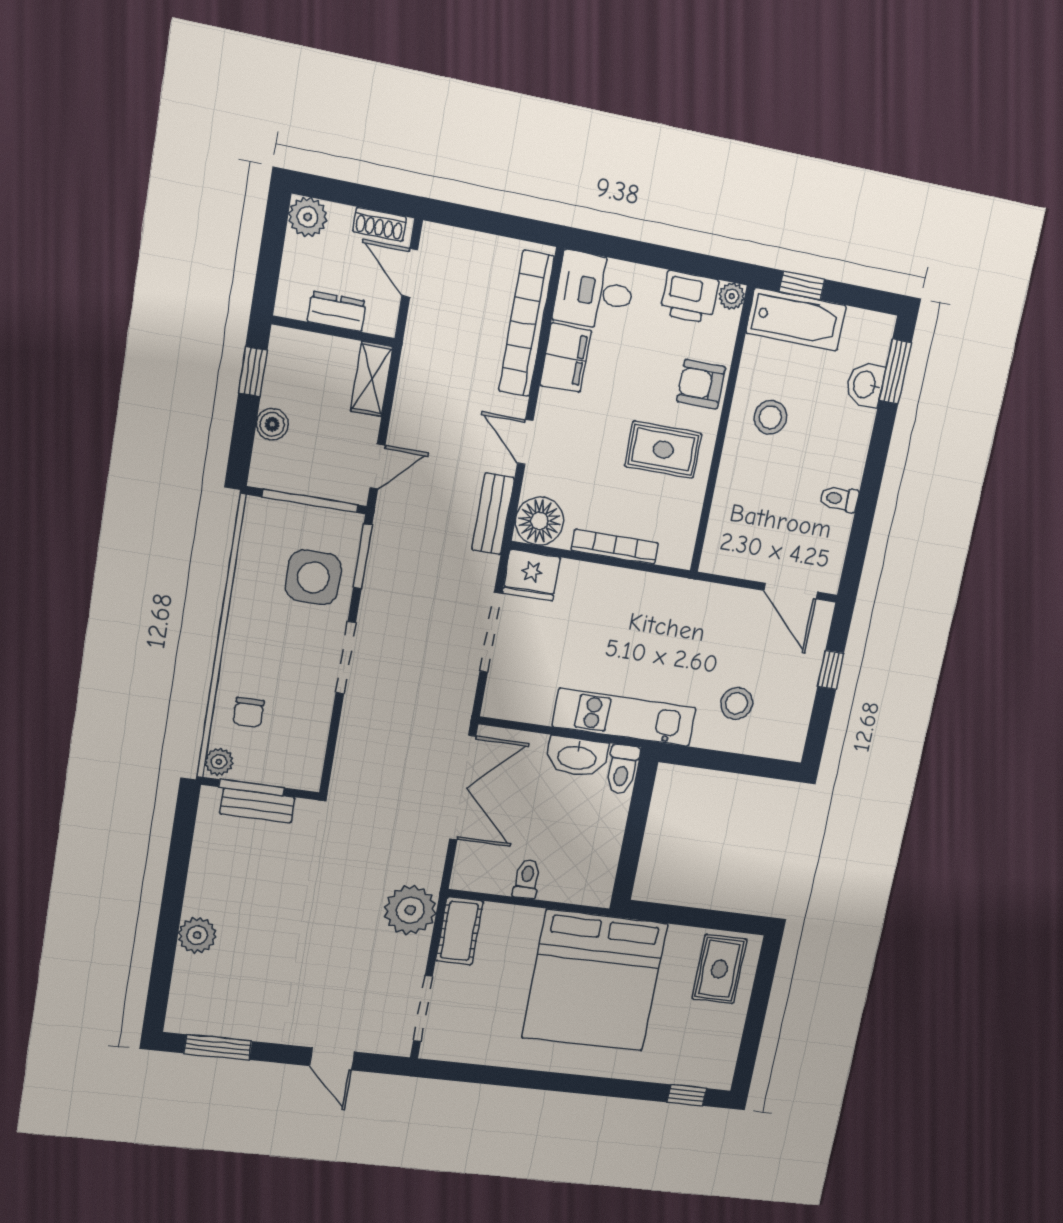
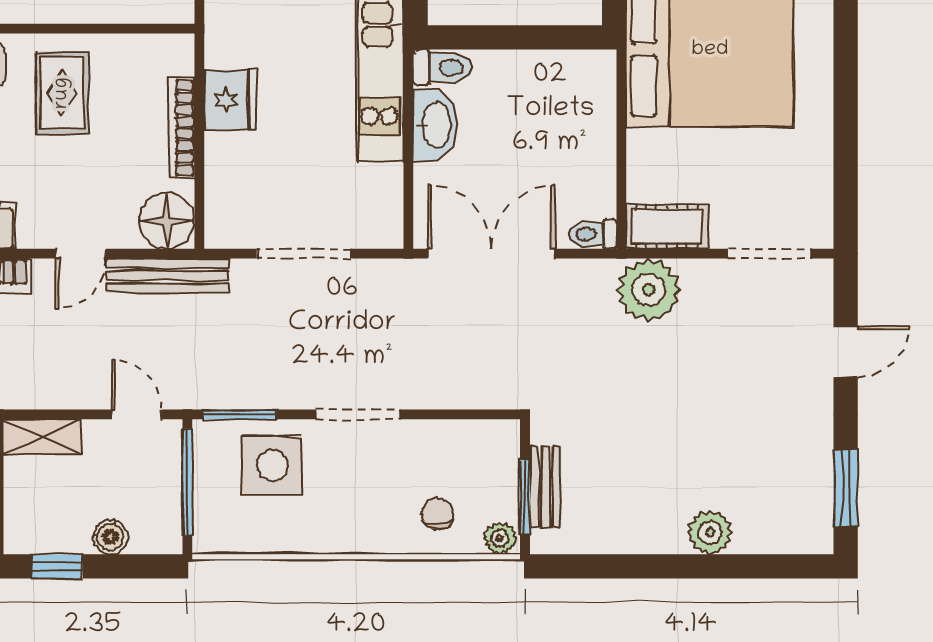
bench: (493, 514) -> (167, 276), width x1.36
fridge: (531, 575) -> (230, 100), moved
chair: (249, 712) -> (437, 514), turned -90
toilet: (527, 879) -> (593, 234), moved

